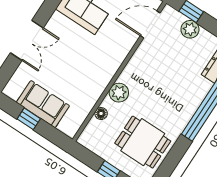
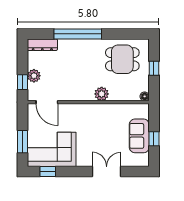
floor lamp: (101, 113) -> (145, 96), moved
dining table: (143, 142) -> (122, 59), turned 90

